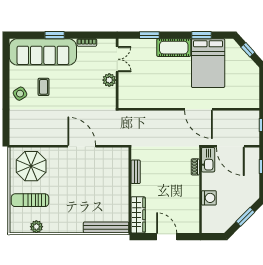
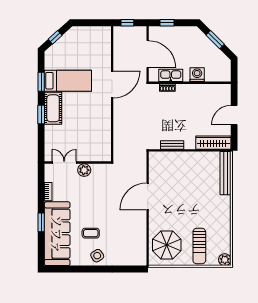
window: (149, 35) -> (41, 114), moved
bed: (208, 63) -> (68, 81), width x0.67
door: (230, 146) -> (148, 54), hinge flipped
kitchen sink: (208, 160) -> (171, 75), moved
plant: (36, 227) -> (225, 260), moved

